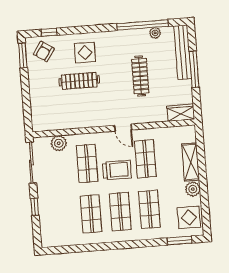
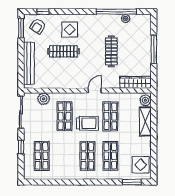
bench: (183, 52) -> (29, 63), moved
wardrobe: (181, 113) -> (135, 82), width x1.50
door: (123, 128) -> (95, 91), swing flipped
plant: (193, 189) -> (145, 100), moved
shop shelf: (91, 214) -> (42, 156), moved

